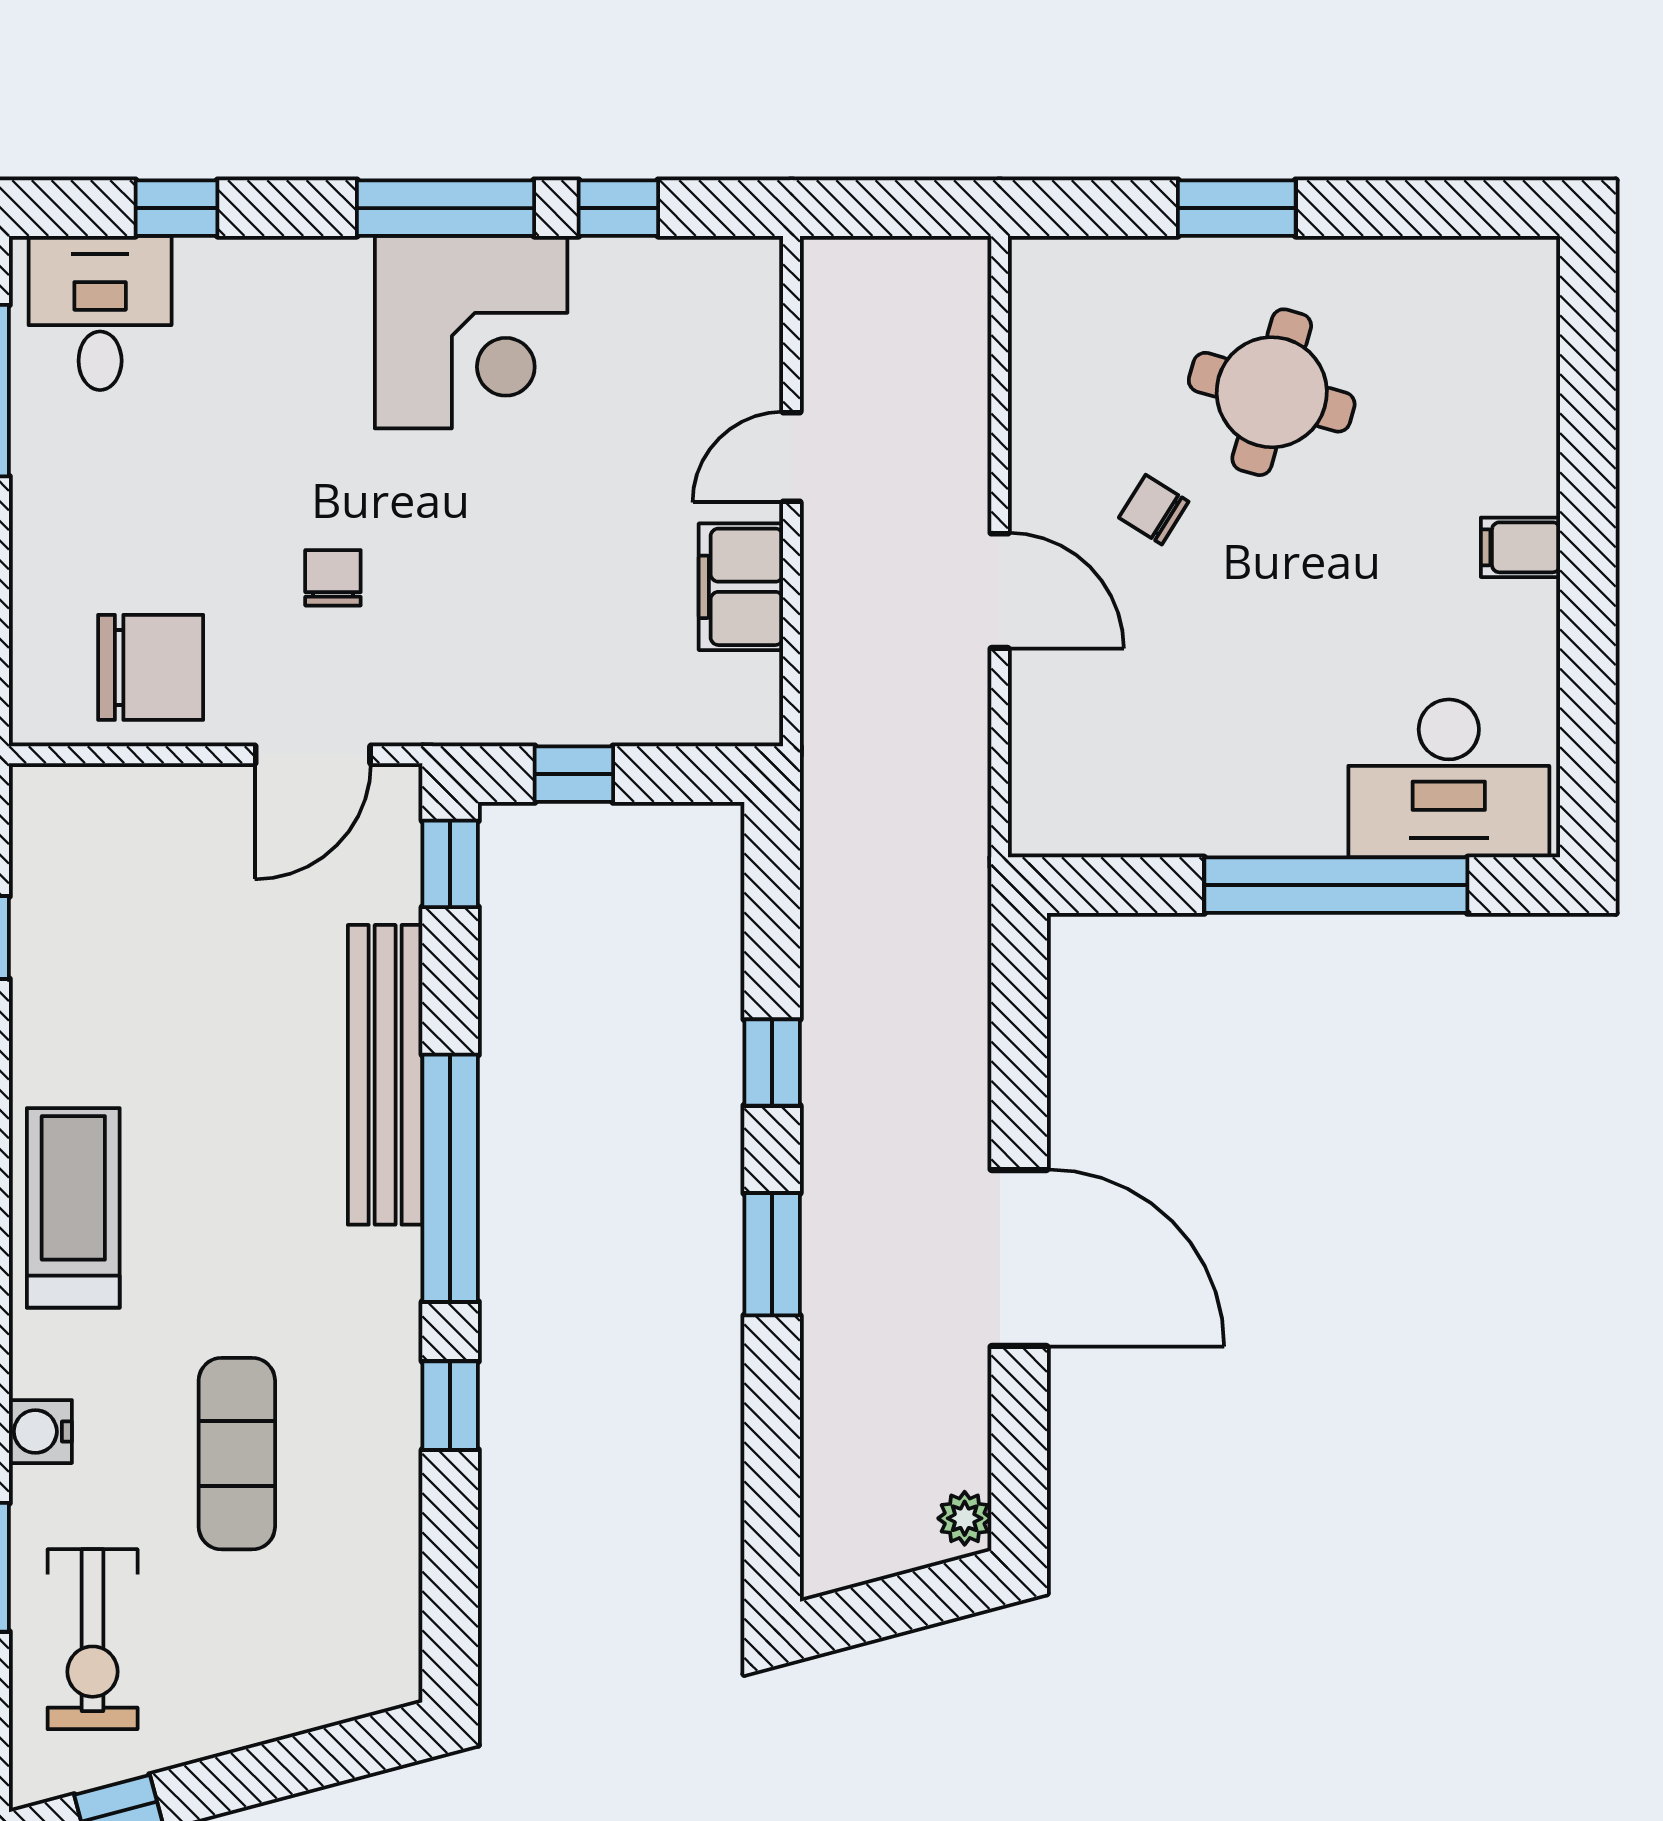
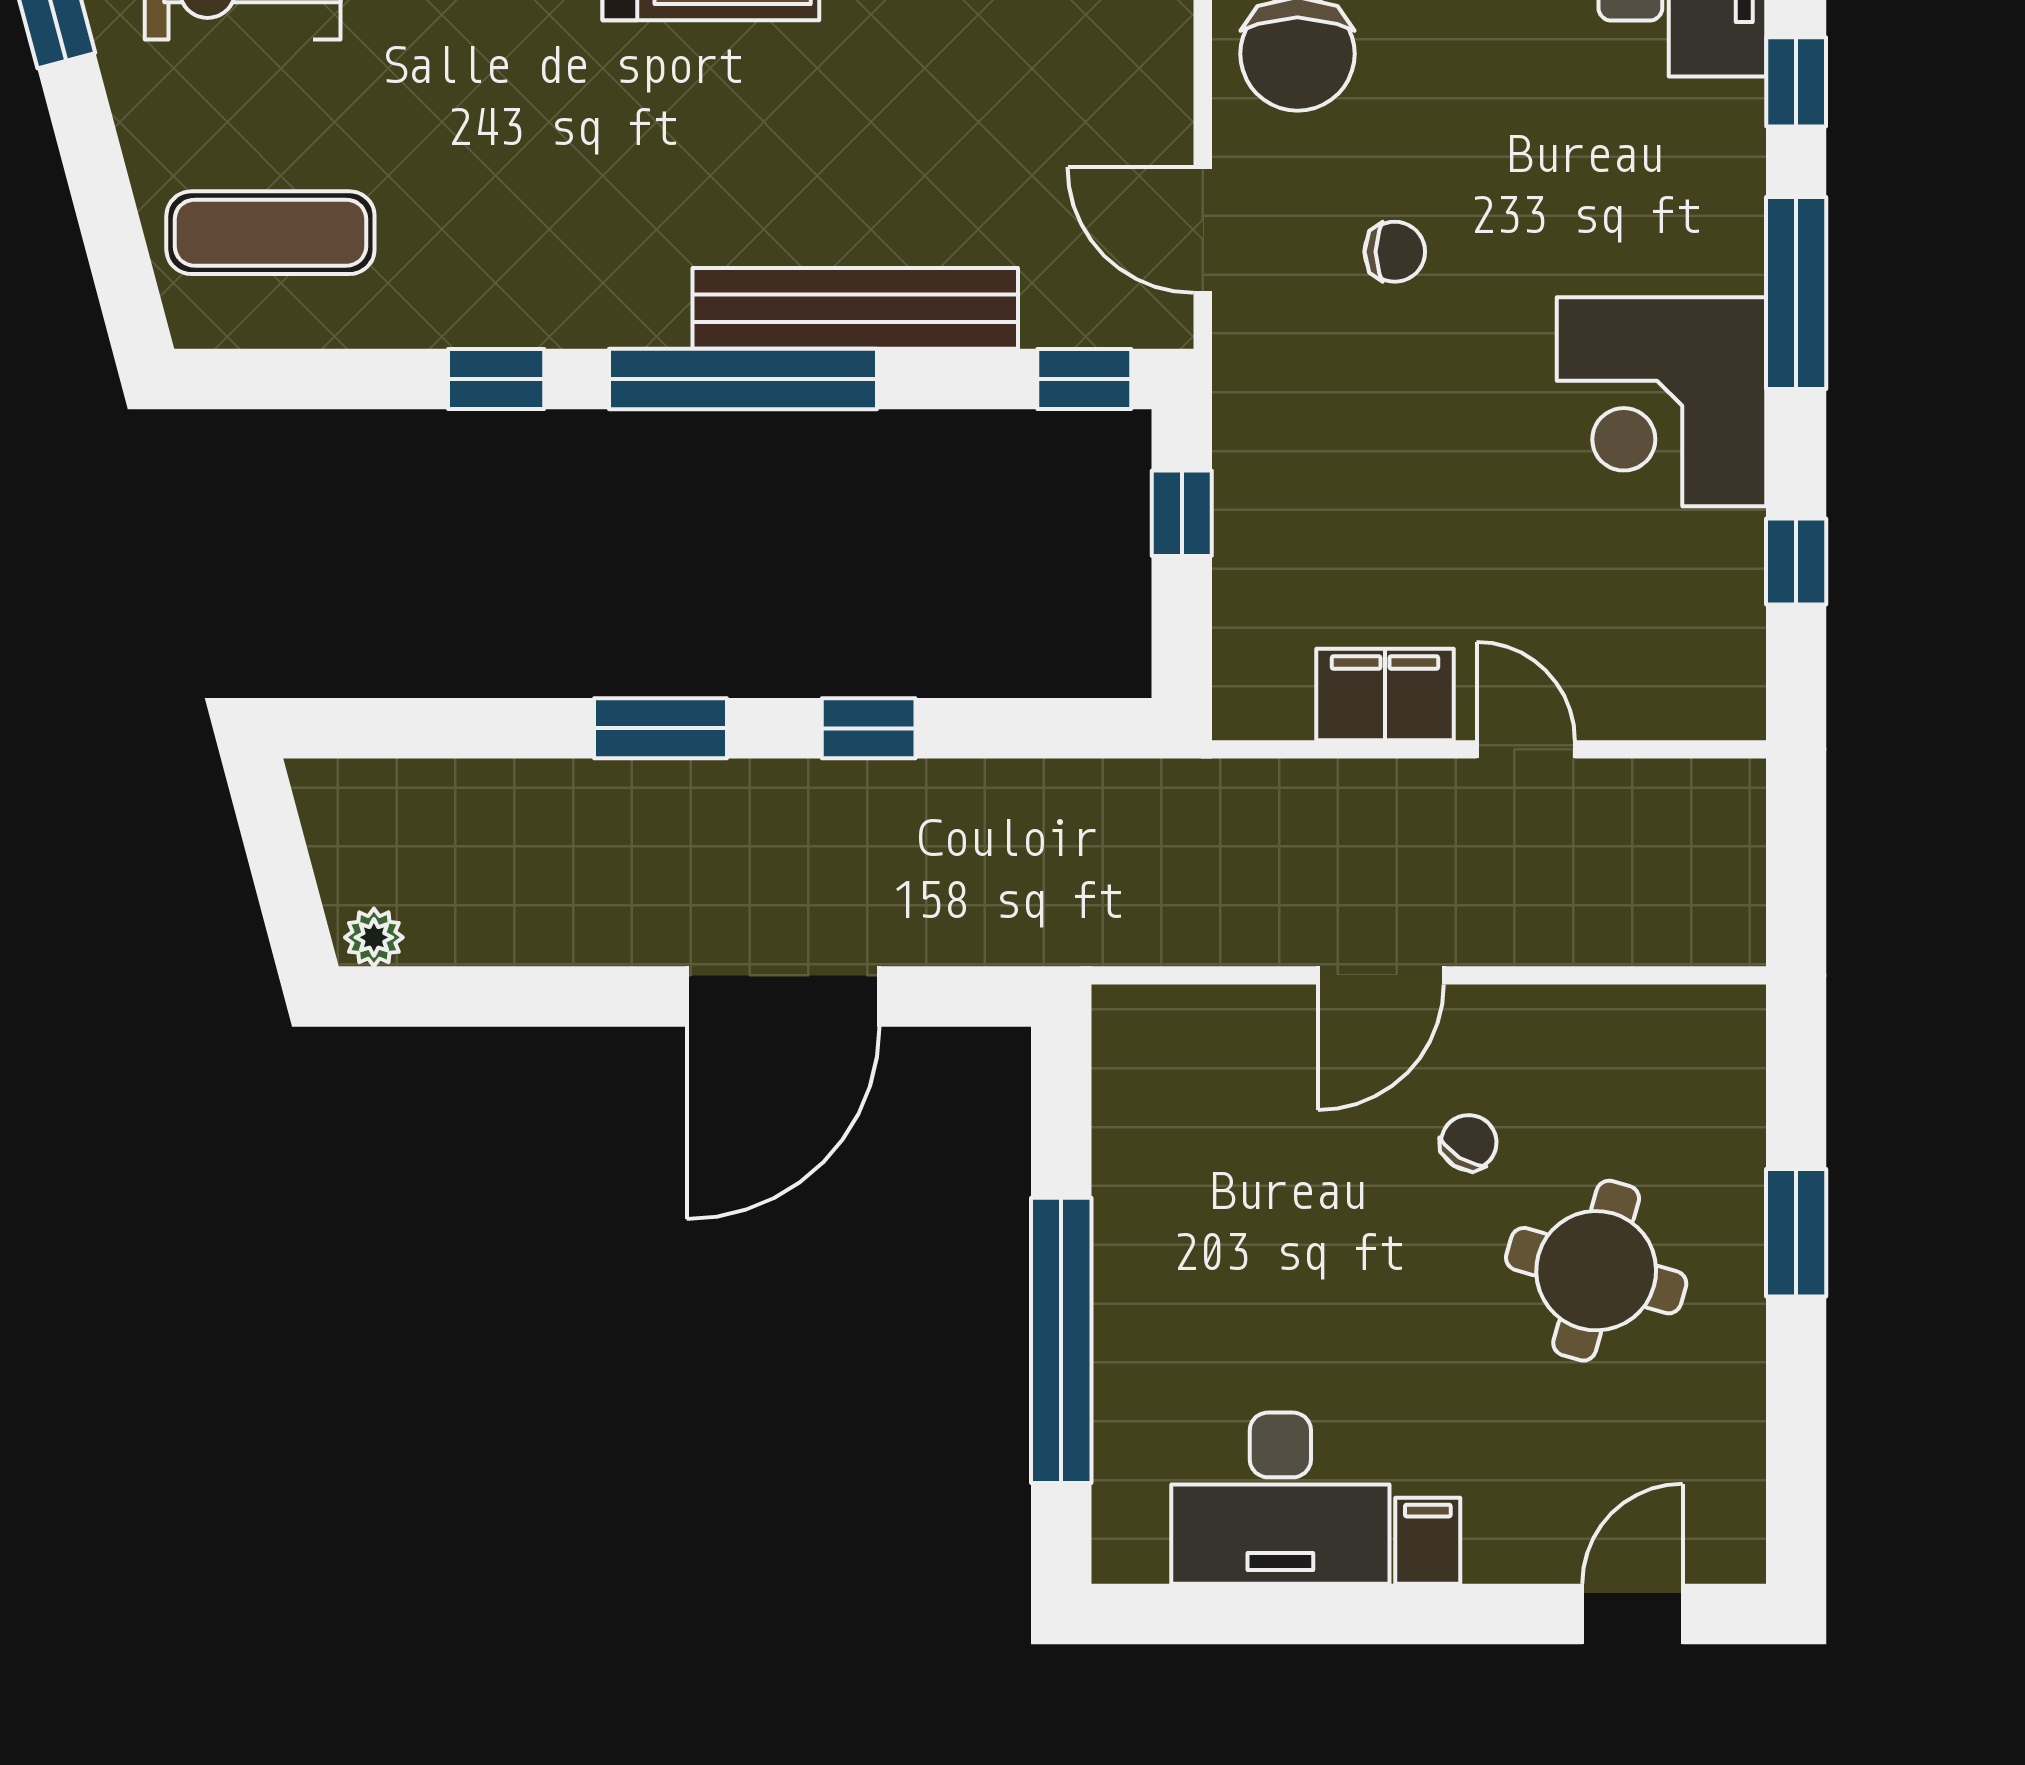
window: (446, 208) -> (1796, 293), moved
door: (1588, 359) -> (1632, 1614), added
desk: (1449, 778) -> (1280, 1498), moved, turned -90
door: (1019, 1258) -> (783, 996), moved
exercise mat: (237, 1454) -> (270, 233), moved

